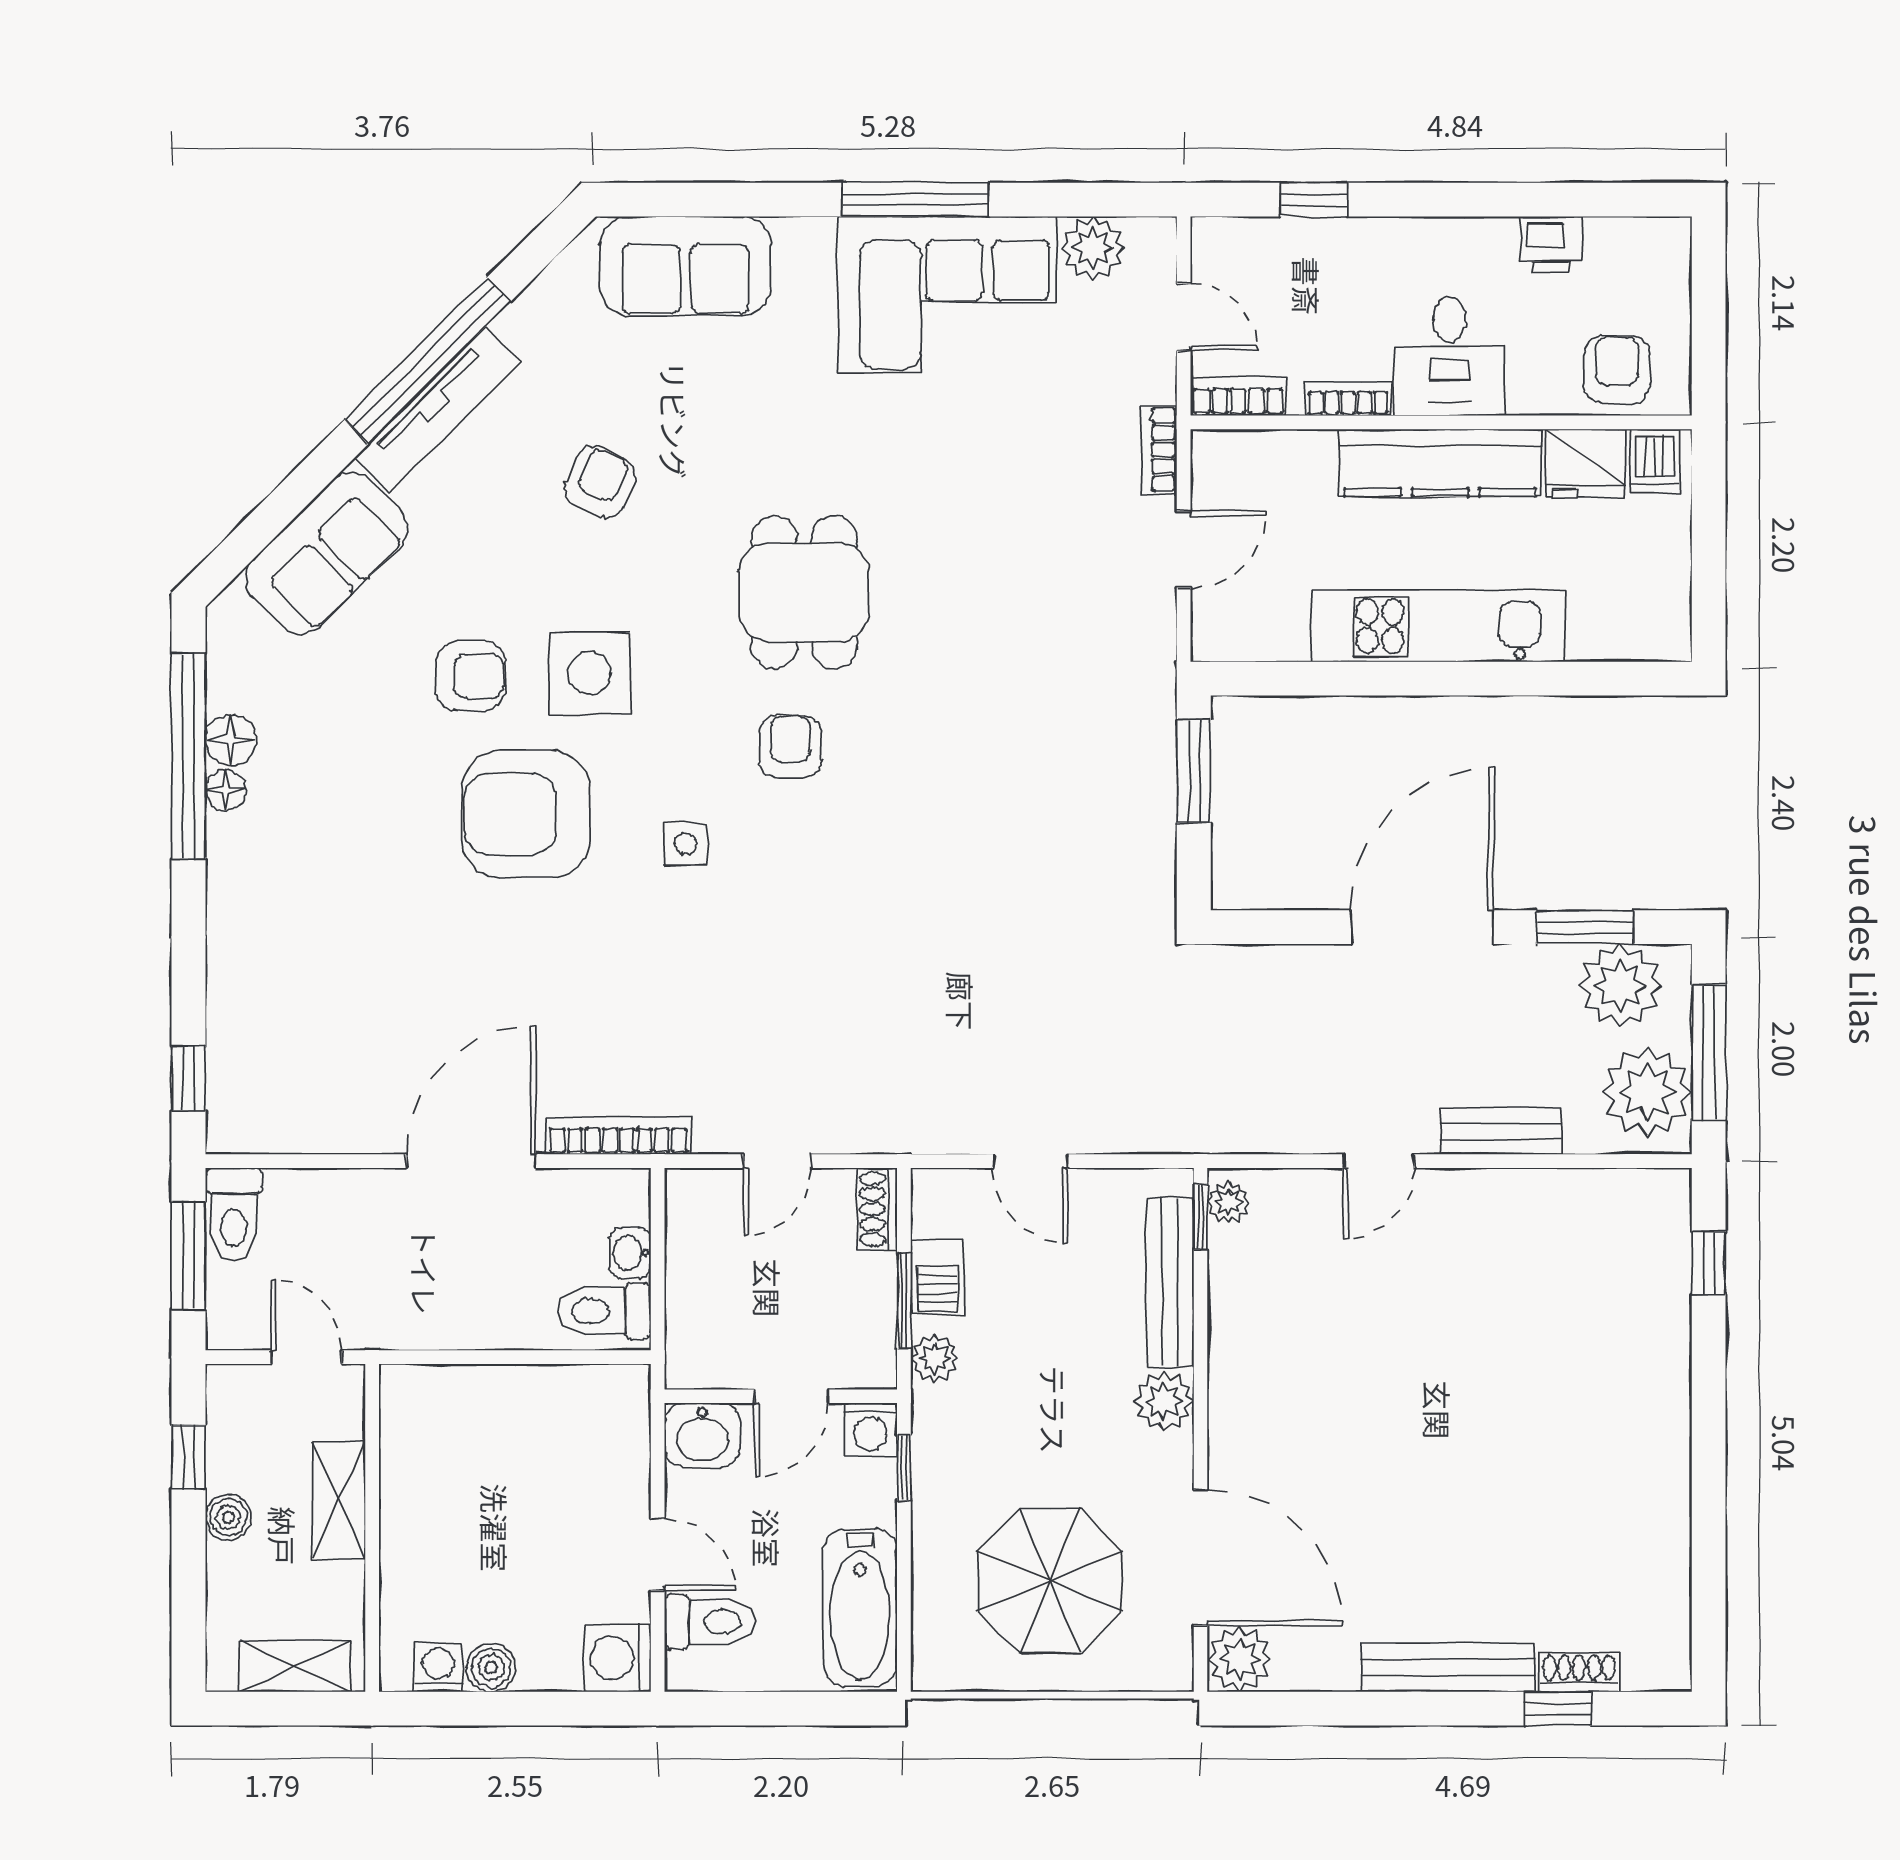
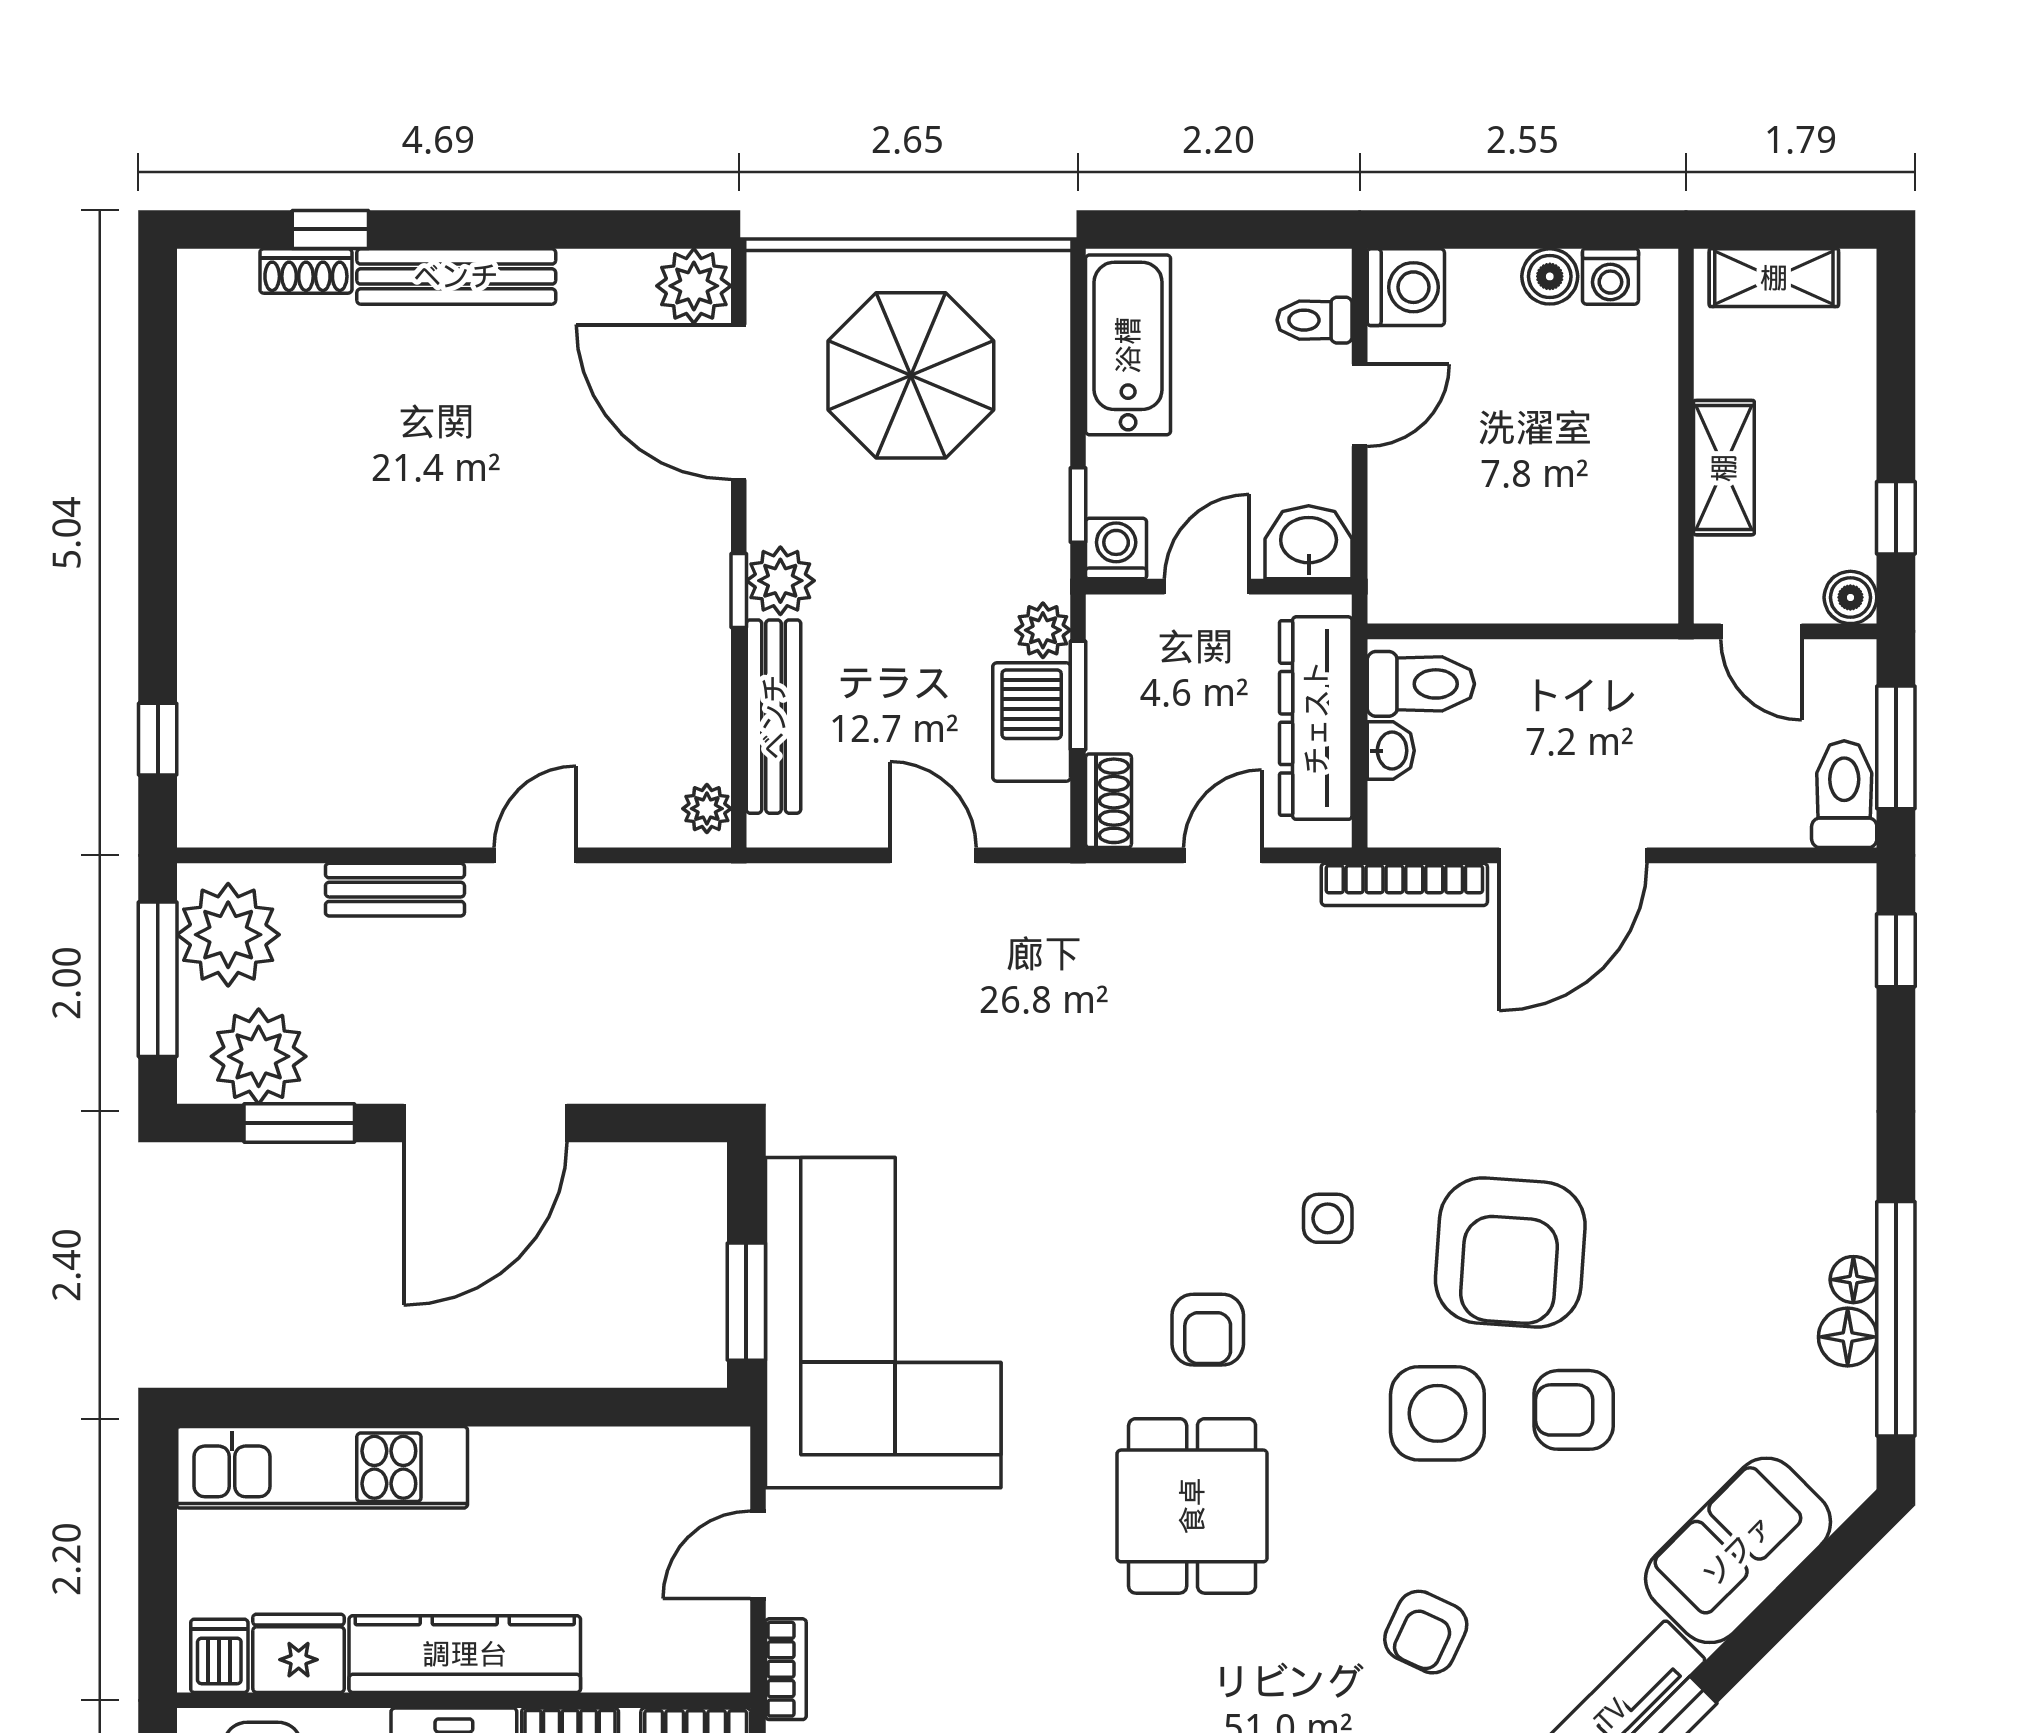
kitchen unit: (1438, 626) -> (322, 1467), moved
corner sofa: (1074, 753) -> (883, 1323), added
armchair: (526, 814) -> (1510, 1252), turned 94
window: (1200, 1217) -> (739, 590), moved
barbecue: (937, 1278) -> (1032, 722), width x1.38, depth x1.27
dresser: (696, 1281) -> (1316, 718), added
boiler: (228, 1517) -> (1850, 597), moved
door: (658, 1555) -> (1360, 405), swing flipped
toilet: (710, 1622) -> (1314, 320), width x0.73, depth x0.72

